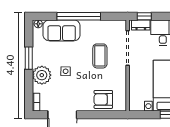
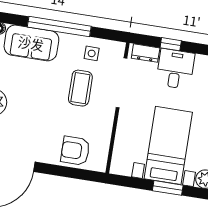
window: (144, 16) -> (171, 44), moved
side table: (66, 71) -> (92, 53), moved

